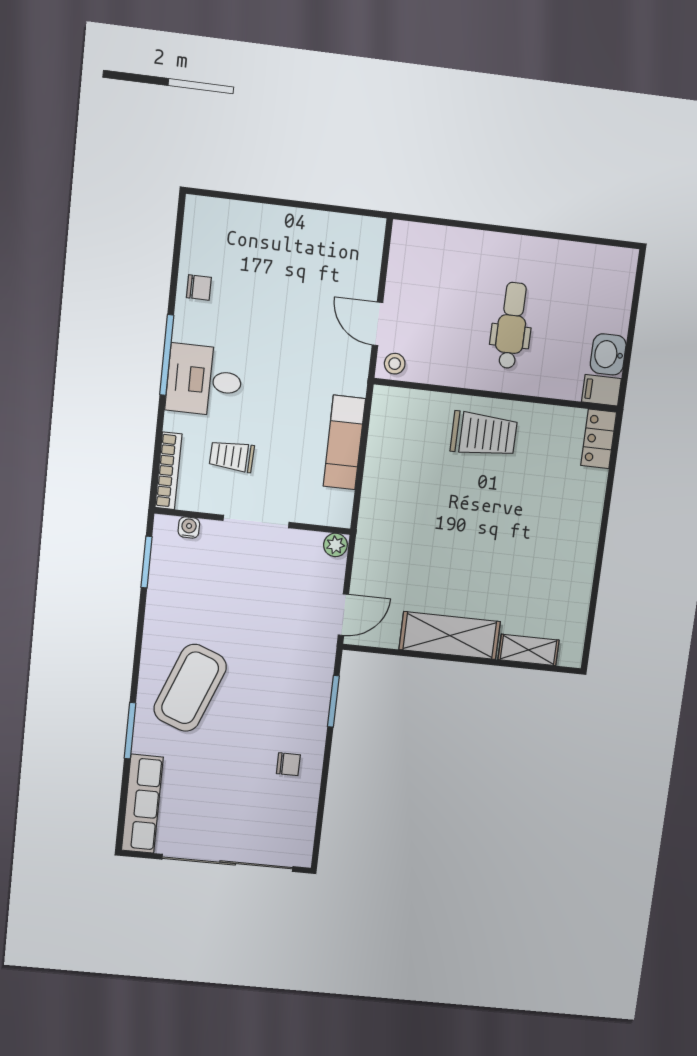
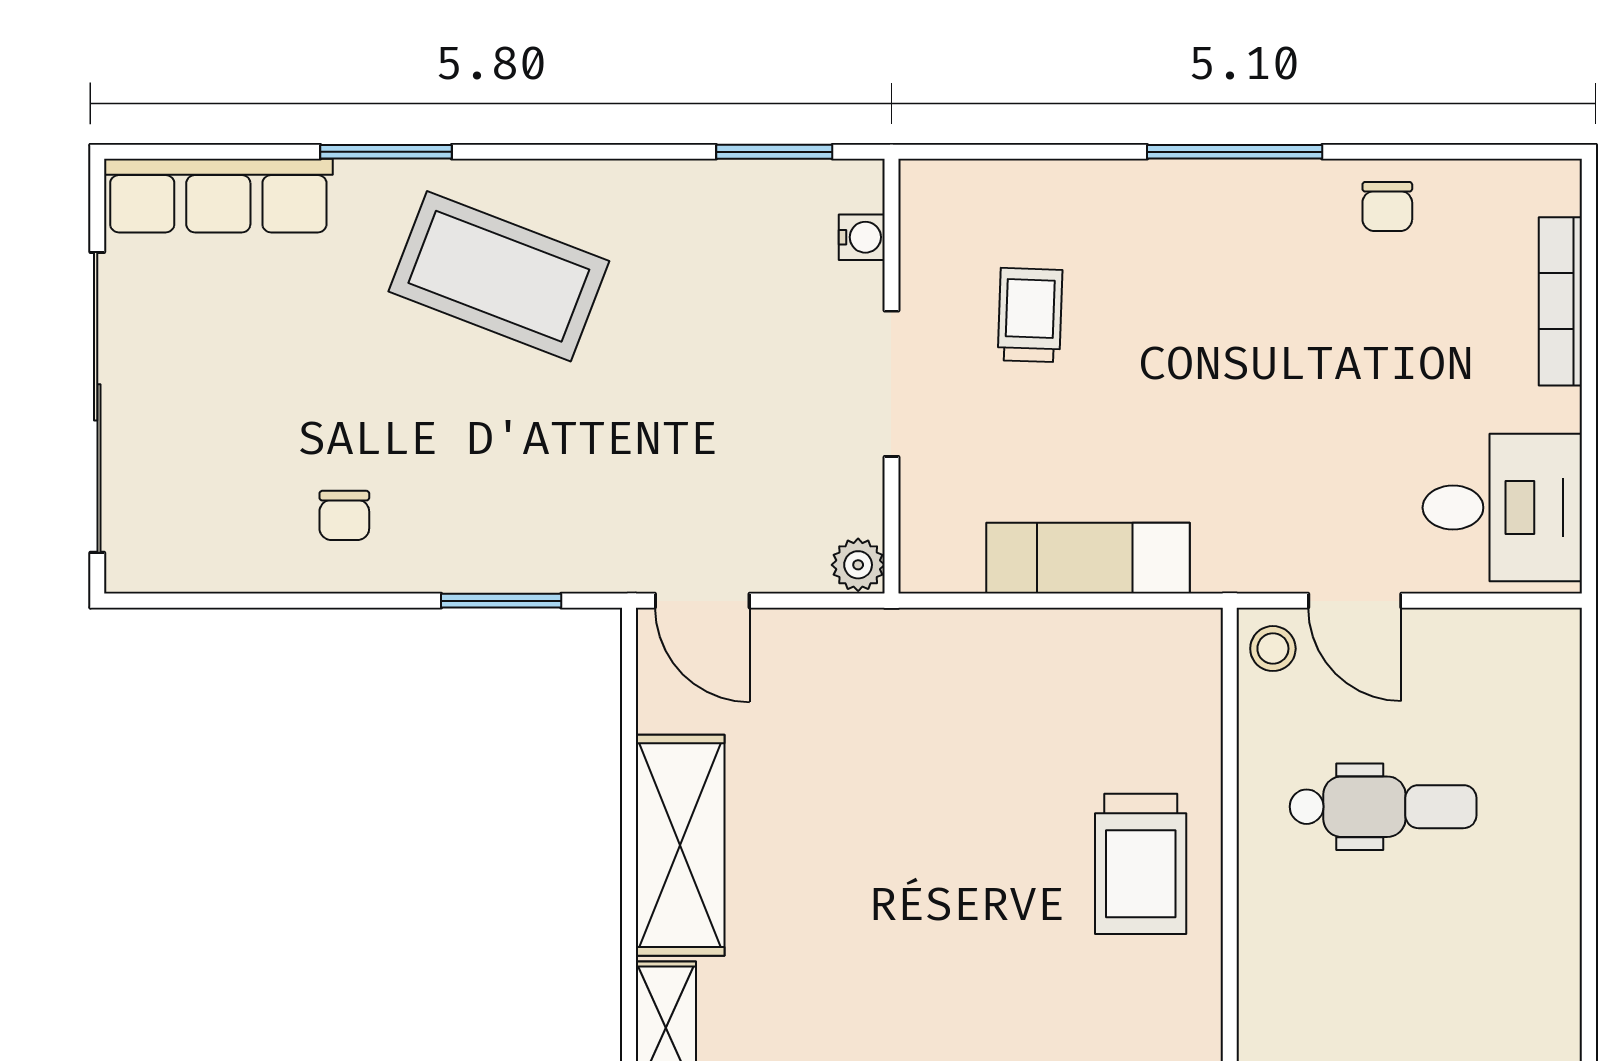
door: (377, 324) -> (1355, 601), swing flipped
dental chair: (512, 326) -> (1383, 807), moved
desk: (204, 380) -> (1502, 508), moved, turned 90
bookcase: (168, 471) -> (1560, 301), moved, turned 90

